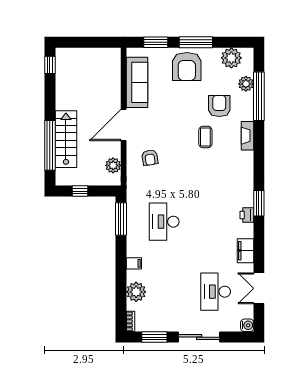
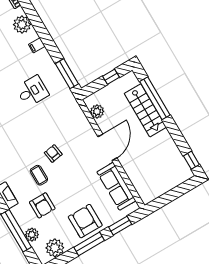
armchair: (150, 158) -> (53, 154), moved
desk: (164, 222) -> (32, 91), width x0.73

